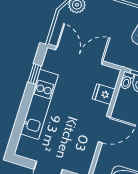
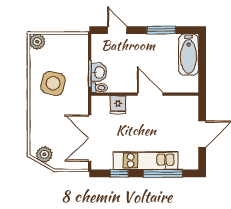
window: (21, 118) -> (163, 173), added

